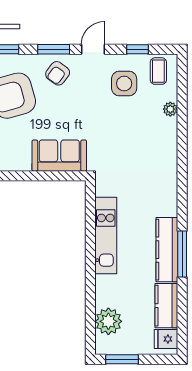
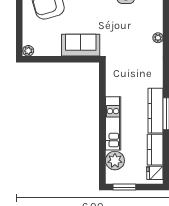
plant: (170, 109) -> (158, 38), moved
kitchen unit: (106, 236) -> (113, 123), moved

